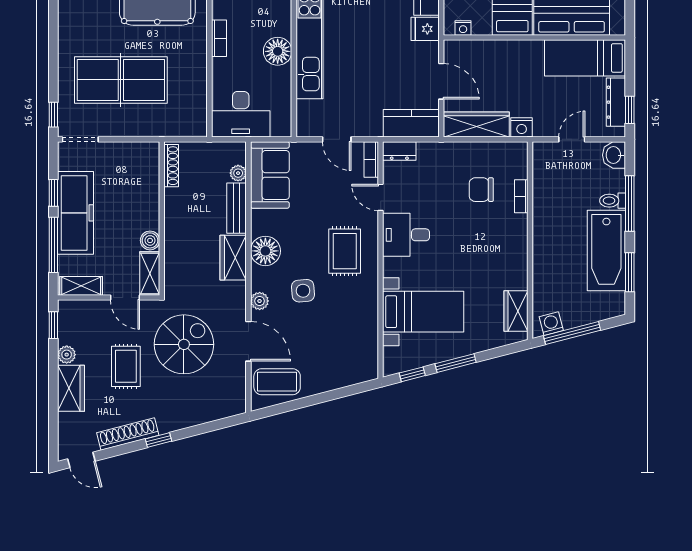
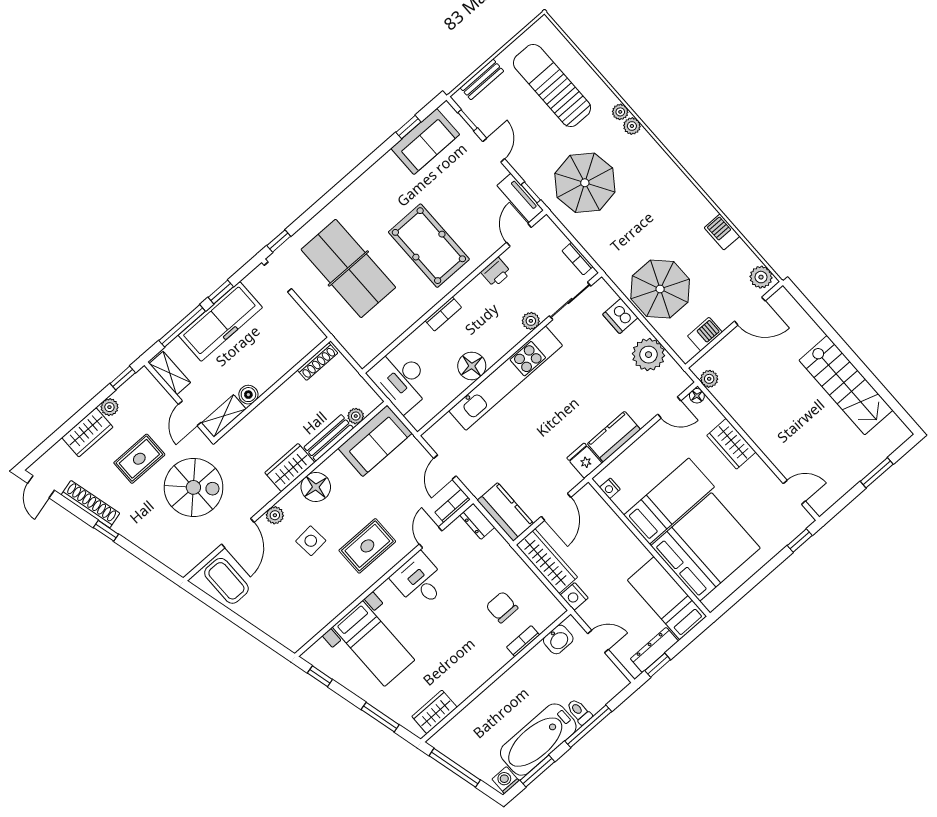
washbasin: (614, 155) -> (558, 639), moved, turned 180
washing machine: (551, 324) -> (506, 780), moved, turned -75
window: (456, 363) -> (380, 717), moved

